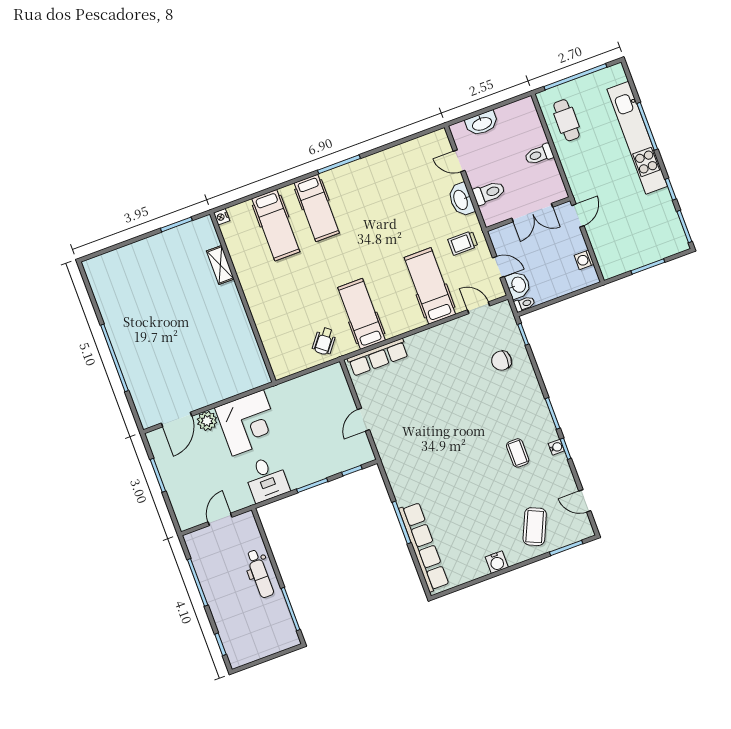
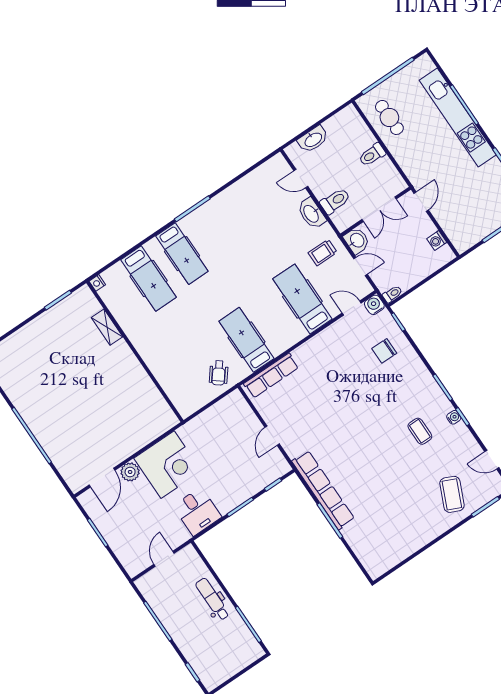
washbasin: (518, 285) -> (357, 240), moved
row of seats: (424, 547) -> (323, 490), moved
water cooler: (497, 562) -> (374, 305), moved, turned 180
dental chair: (260, 574) -> (212, 599), turned 180

